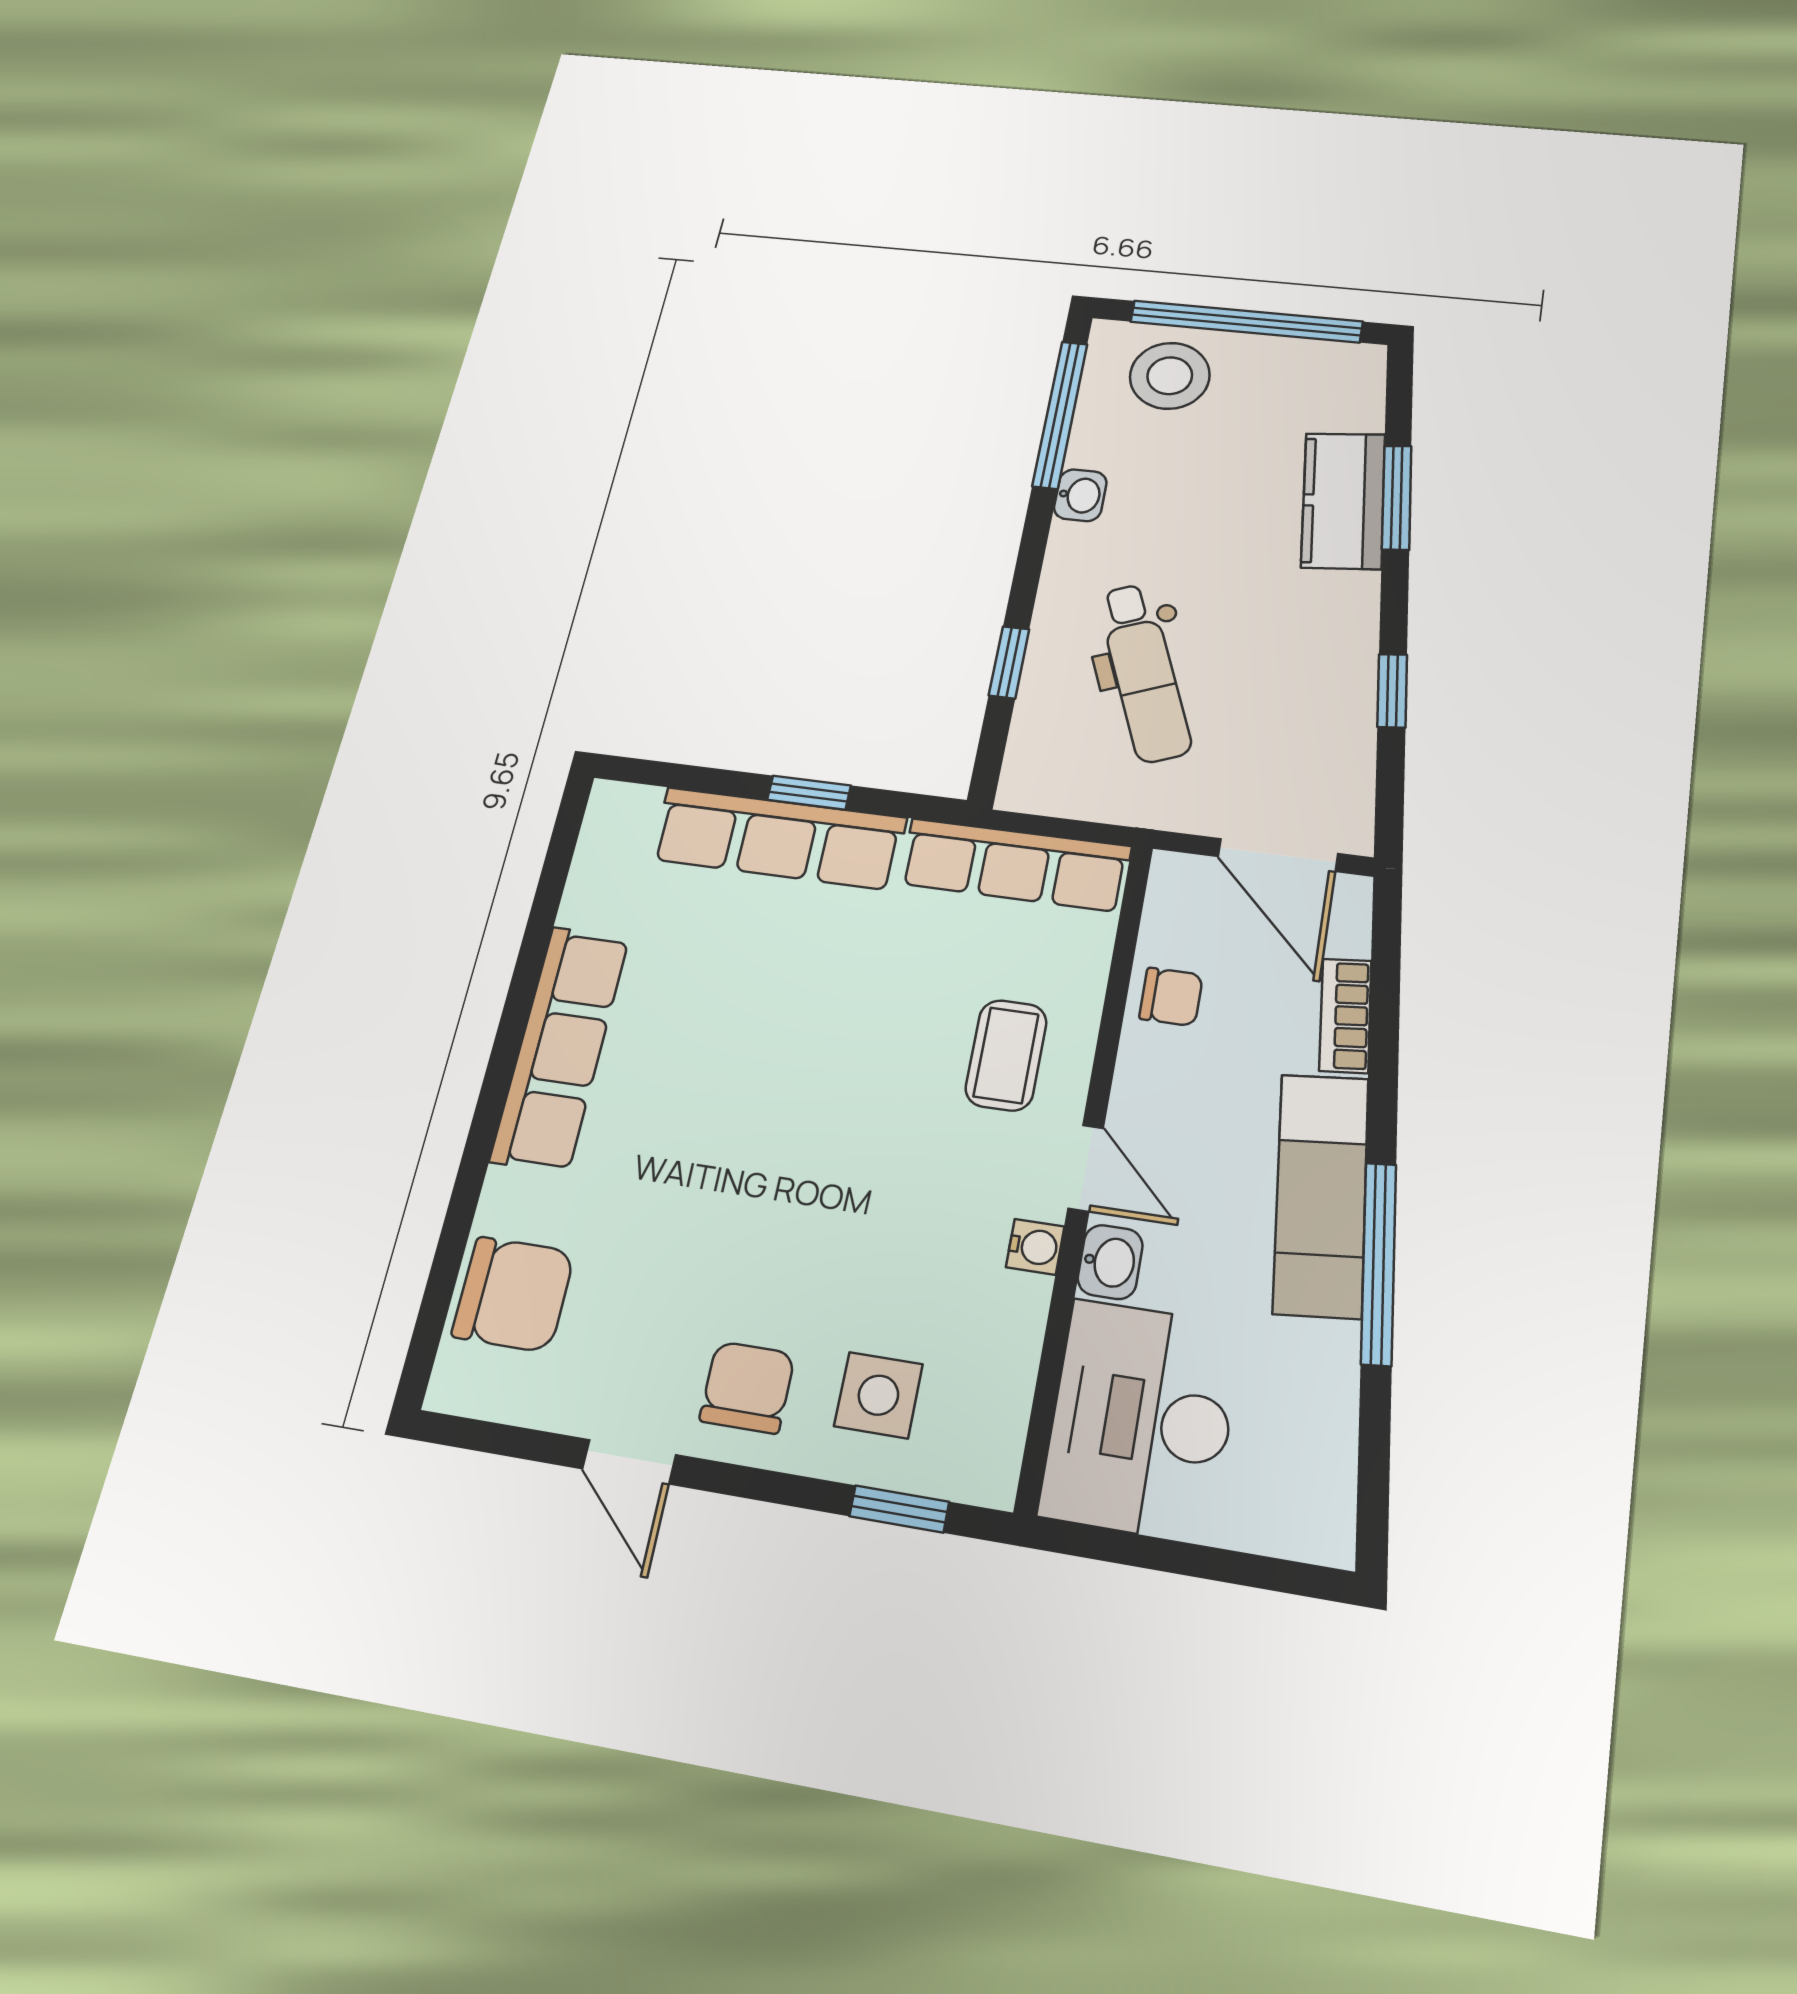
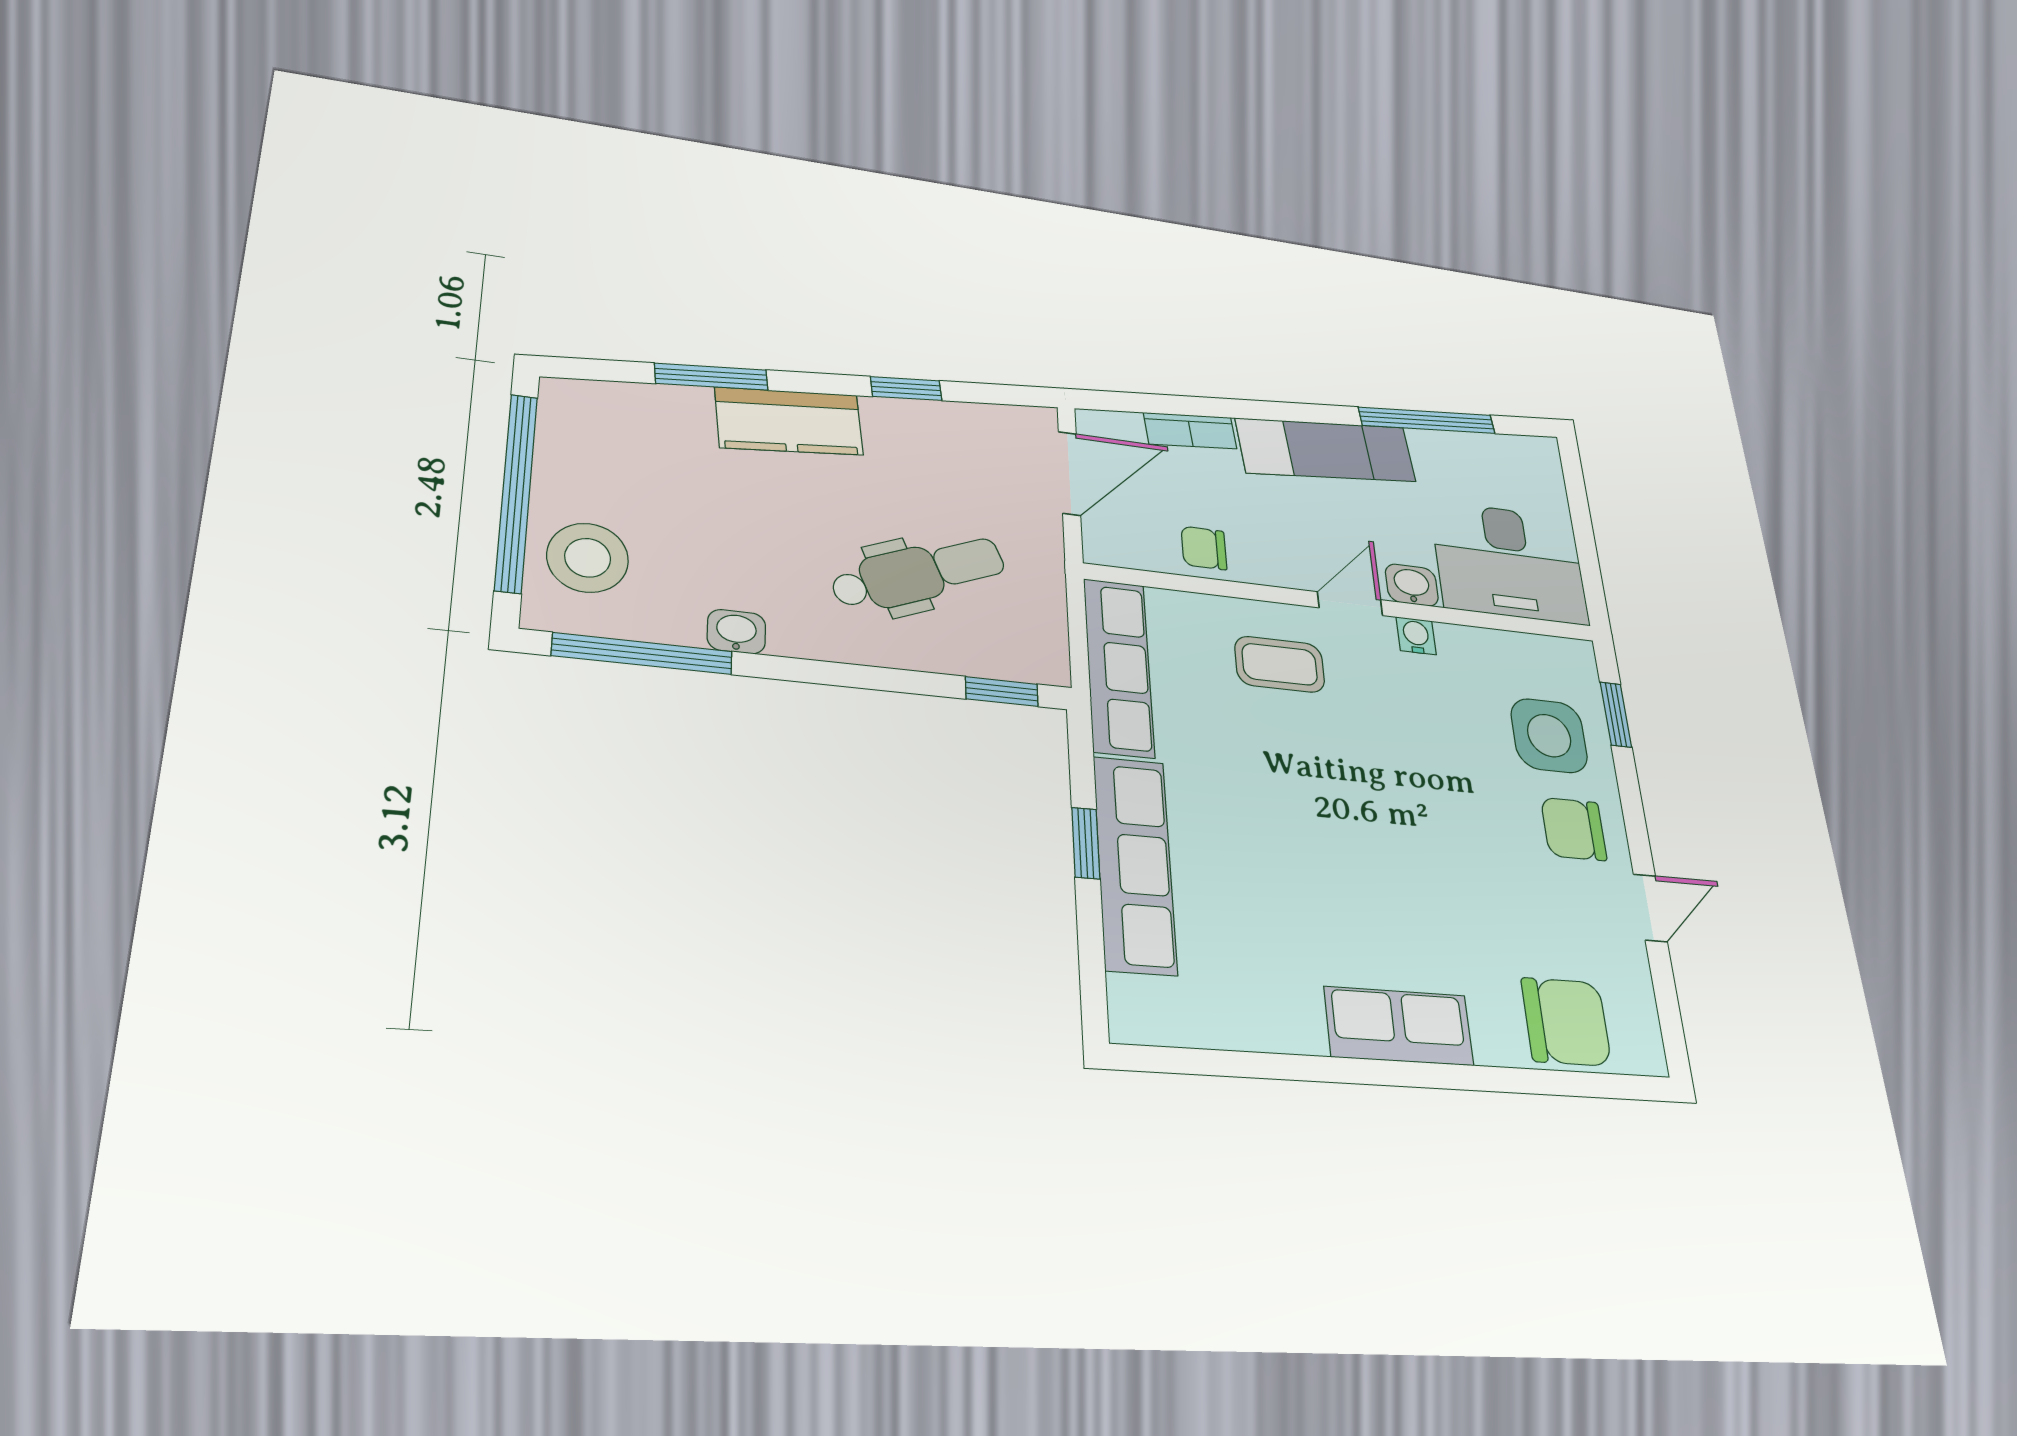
kitchen counter: (1343, 501) -> (789, 421), moved
window: (1009, 662) -> (1002, 691), moved
chair: (1171, 997) -> (1204, 548), turned -90
row of seats: (560, 1048) -> (1399, 1026), width x0.68
window: (1379, 1263) -> (1427, 420), moved
chair: (513, 1294) -> (1566, 1022), turned 90
side table: (878, 1395) -> (1549, 736), width x1.37, depth x1.37

